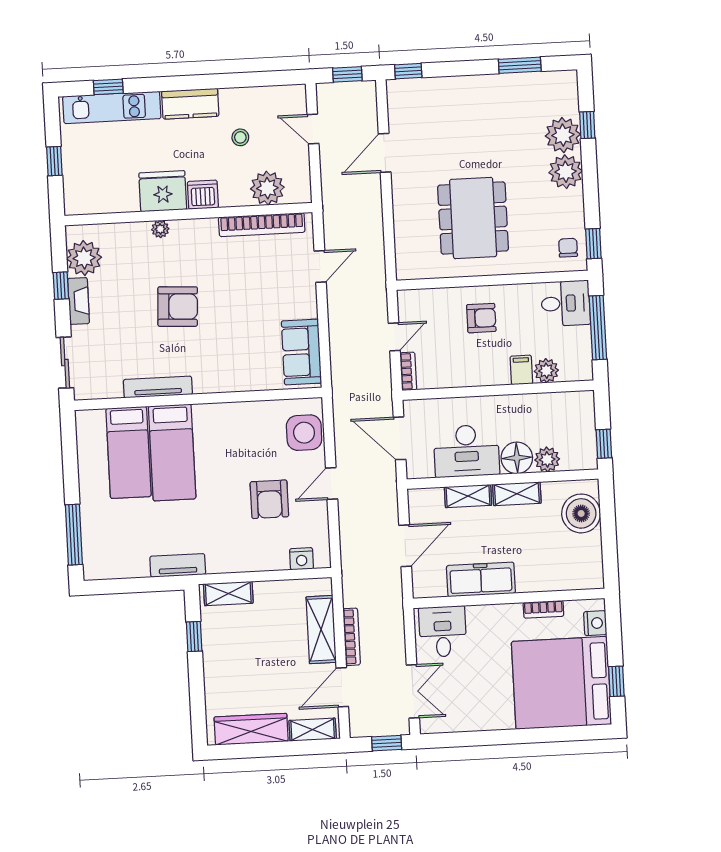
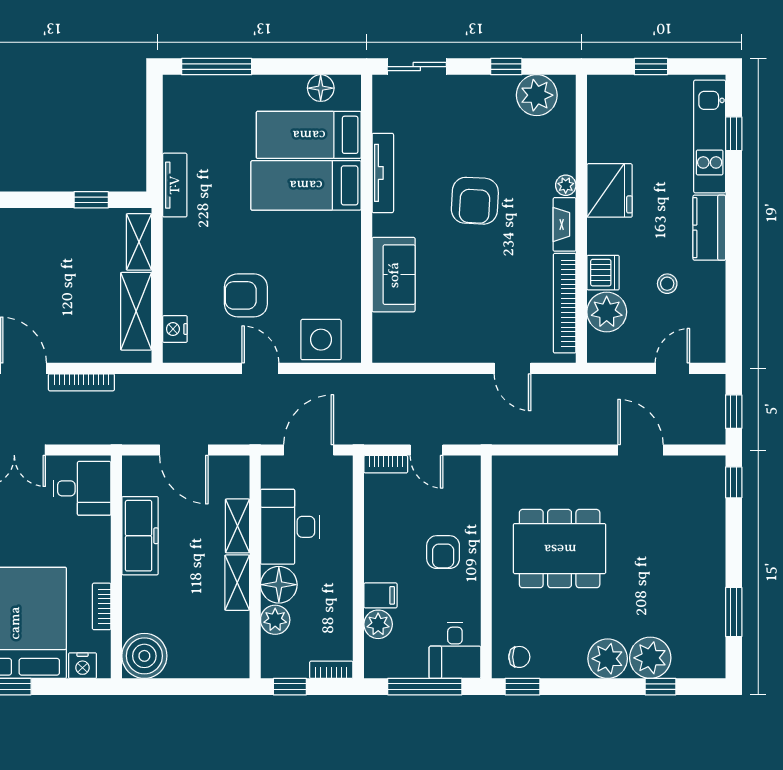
dishwasher: (203, 195) -> (603, 273), moved
fireplace: (79, 301) -> (565, 224), moved, turned 90
sofa: (301, 352) -> (394, 275), moved, turned 90
bookcase: (588, 409) -> (331, 670), added
floor lamp: (88, 444) -> (321, 88), added
boiler: (581, 513) -> (144, 656), moved
shelving: (321, 630) -> (136, 311), moved, turned 90

